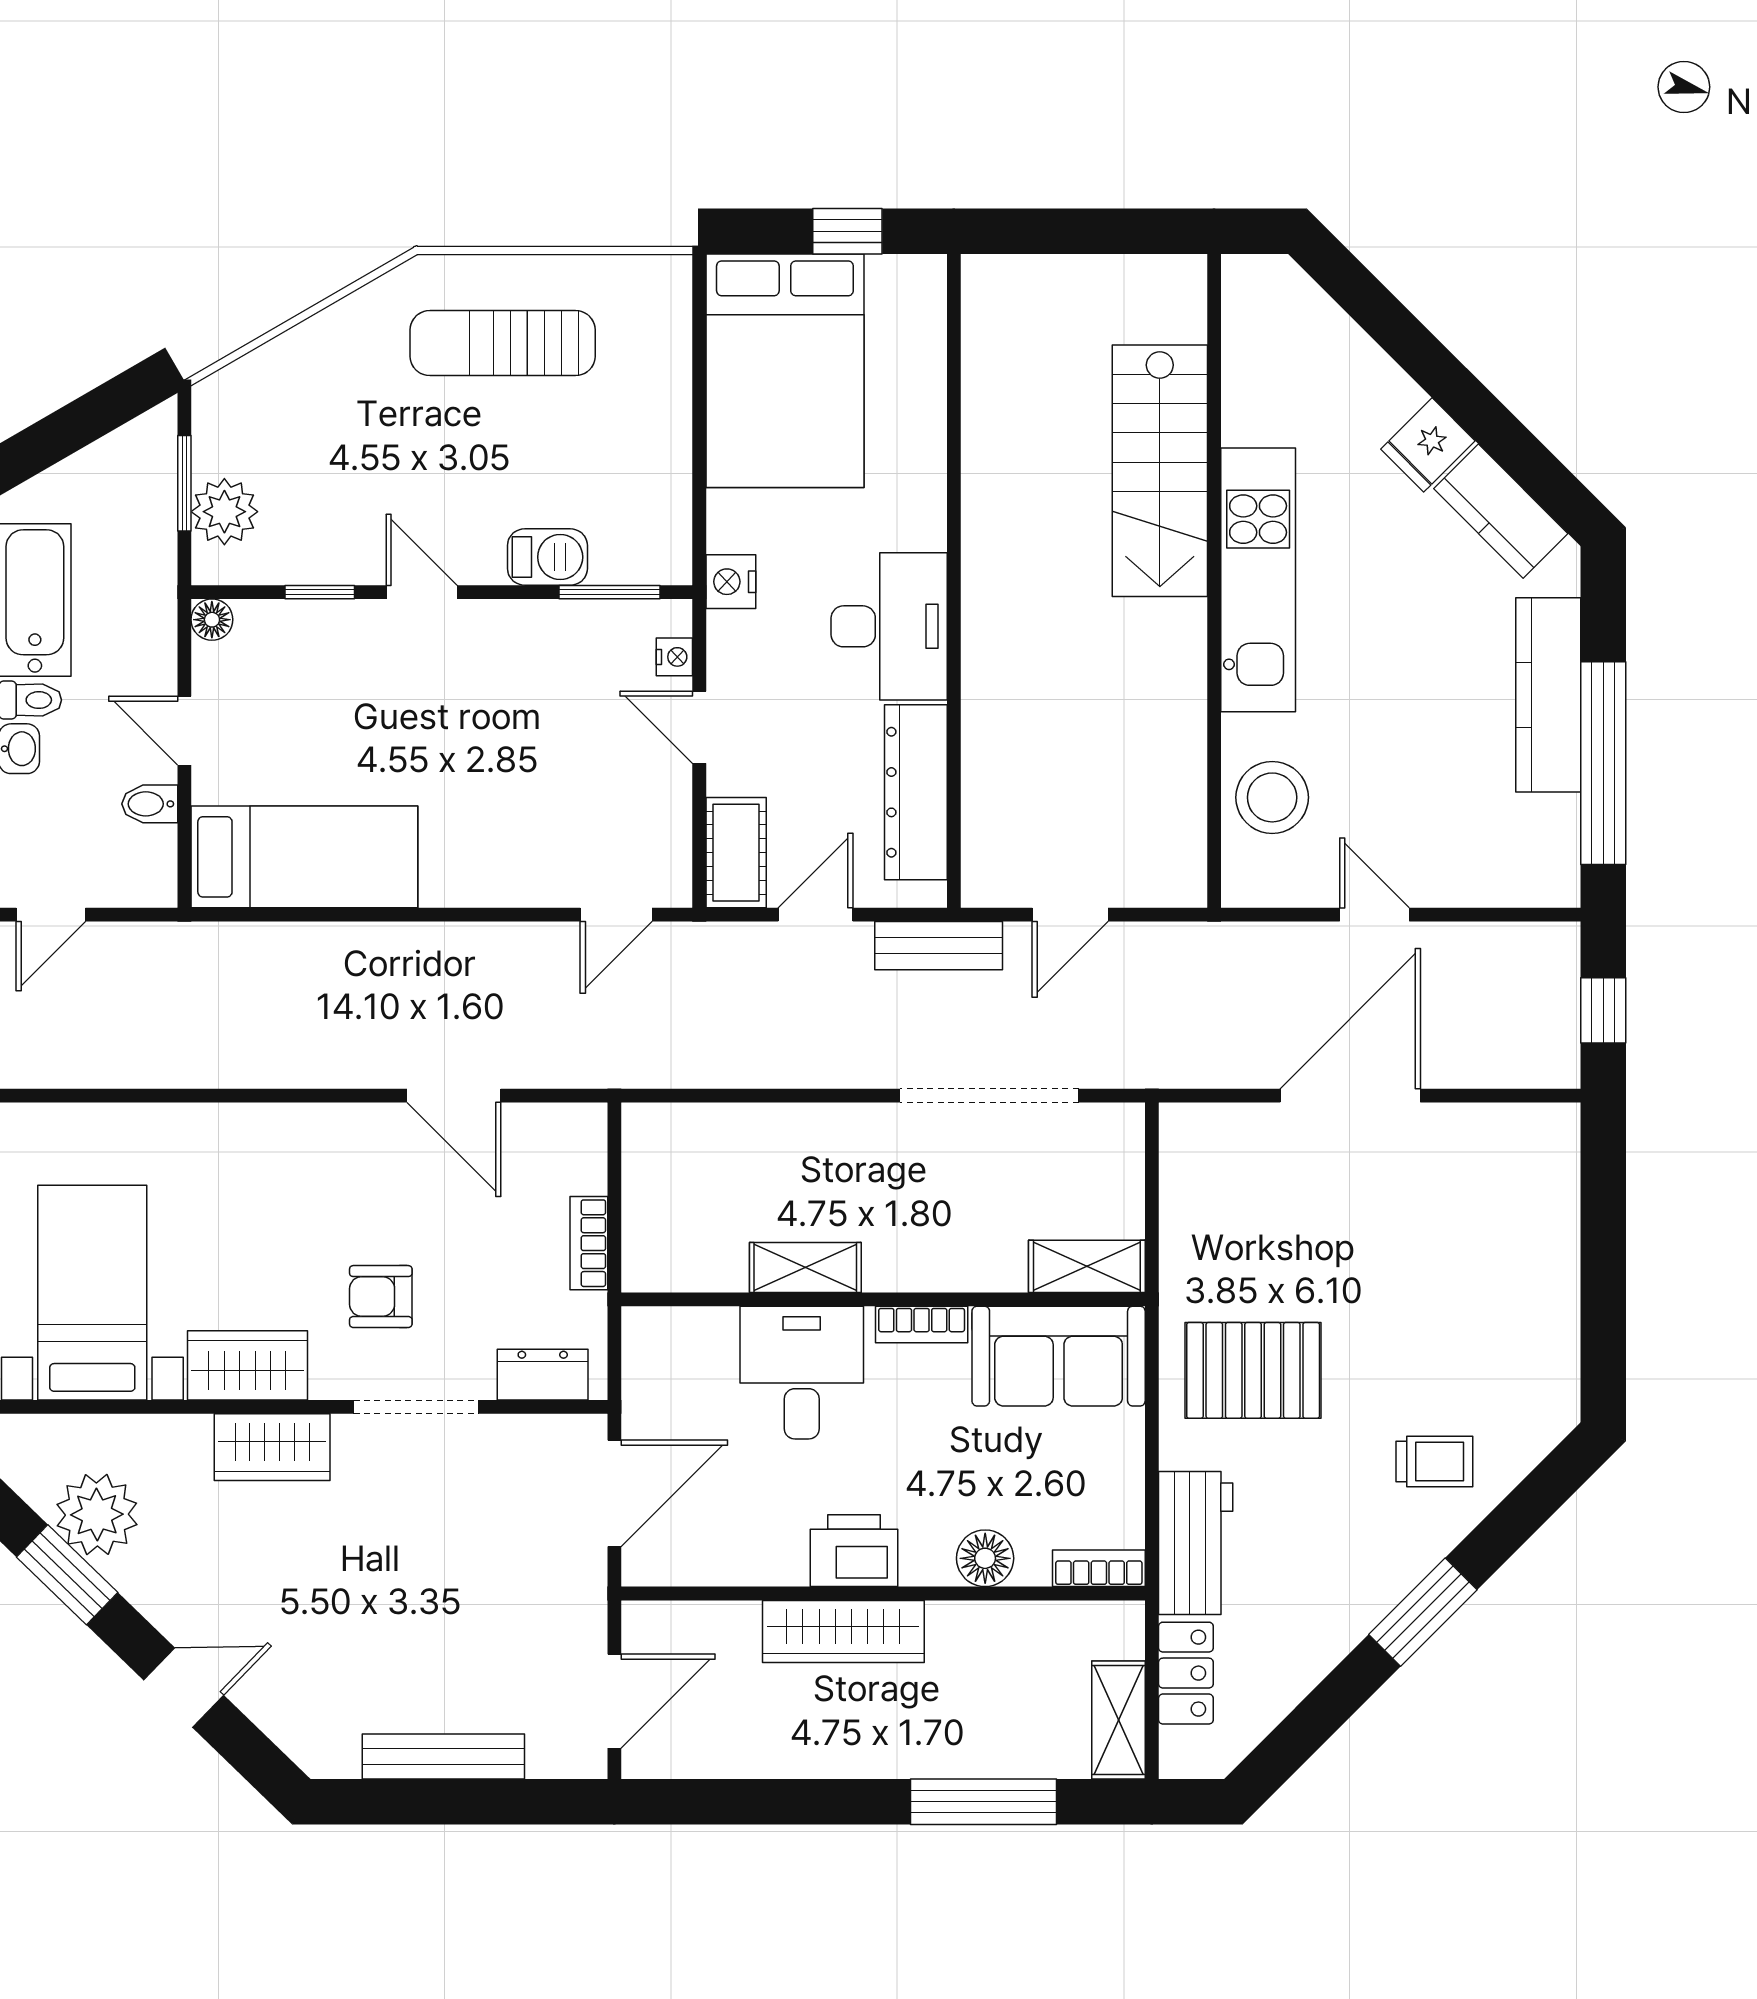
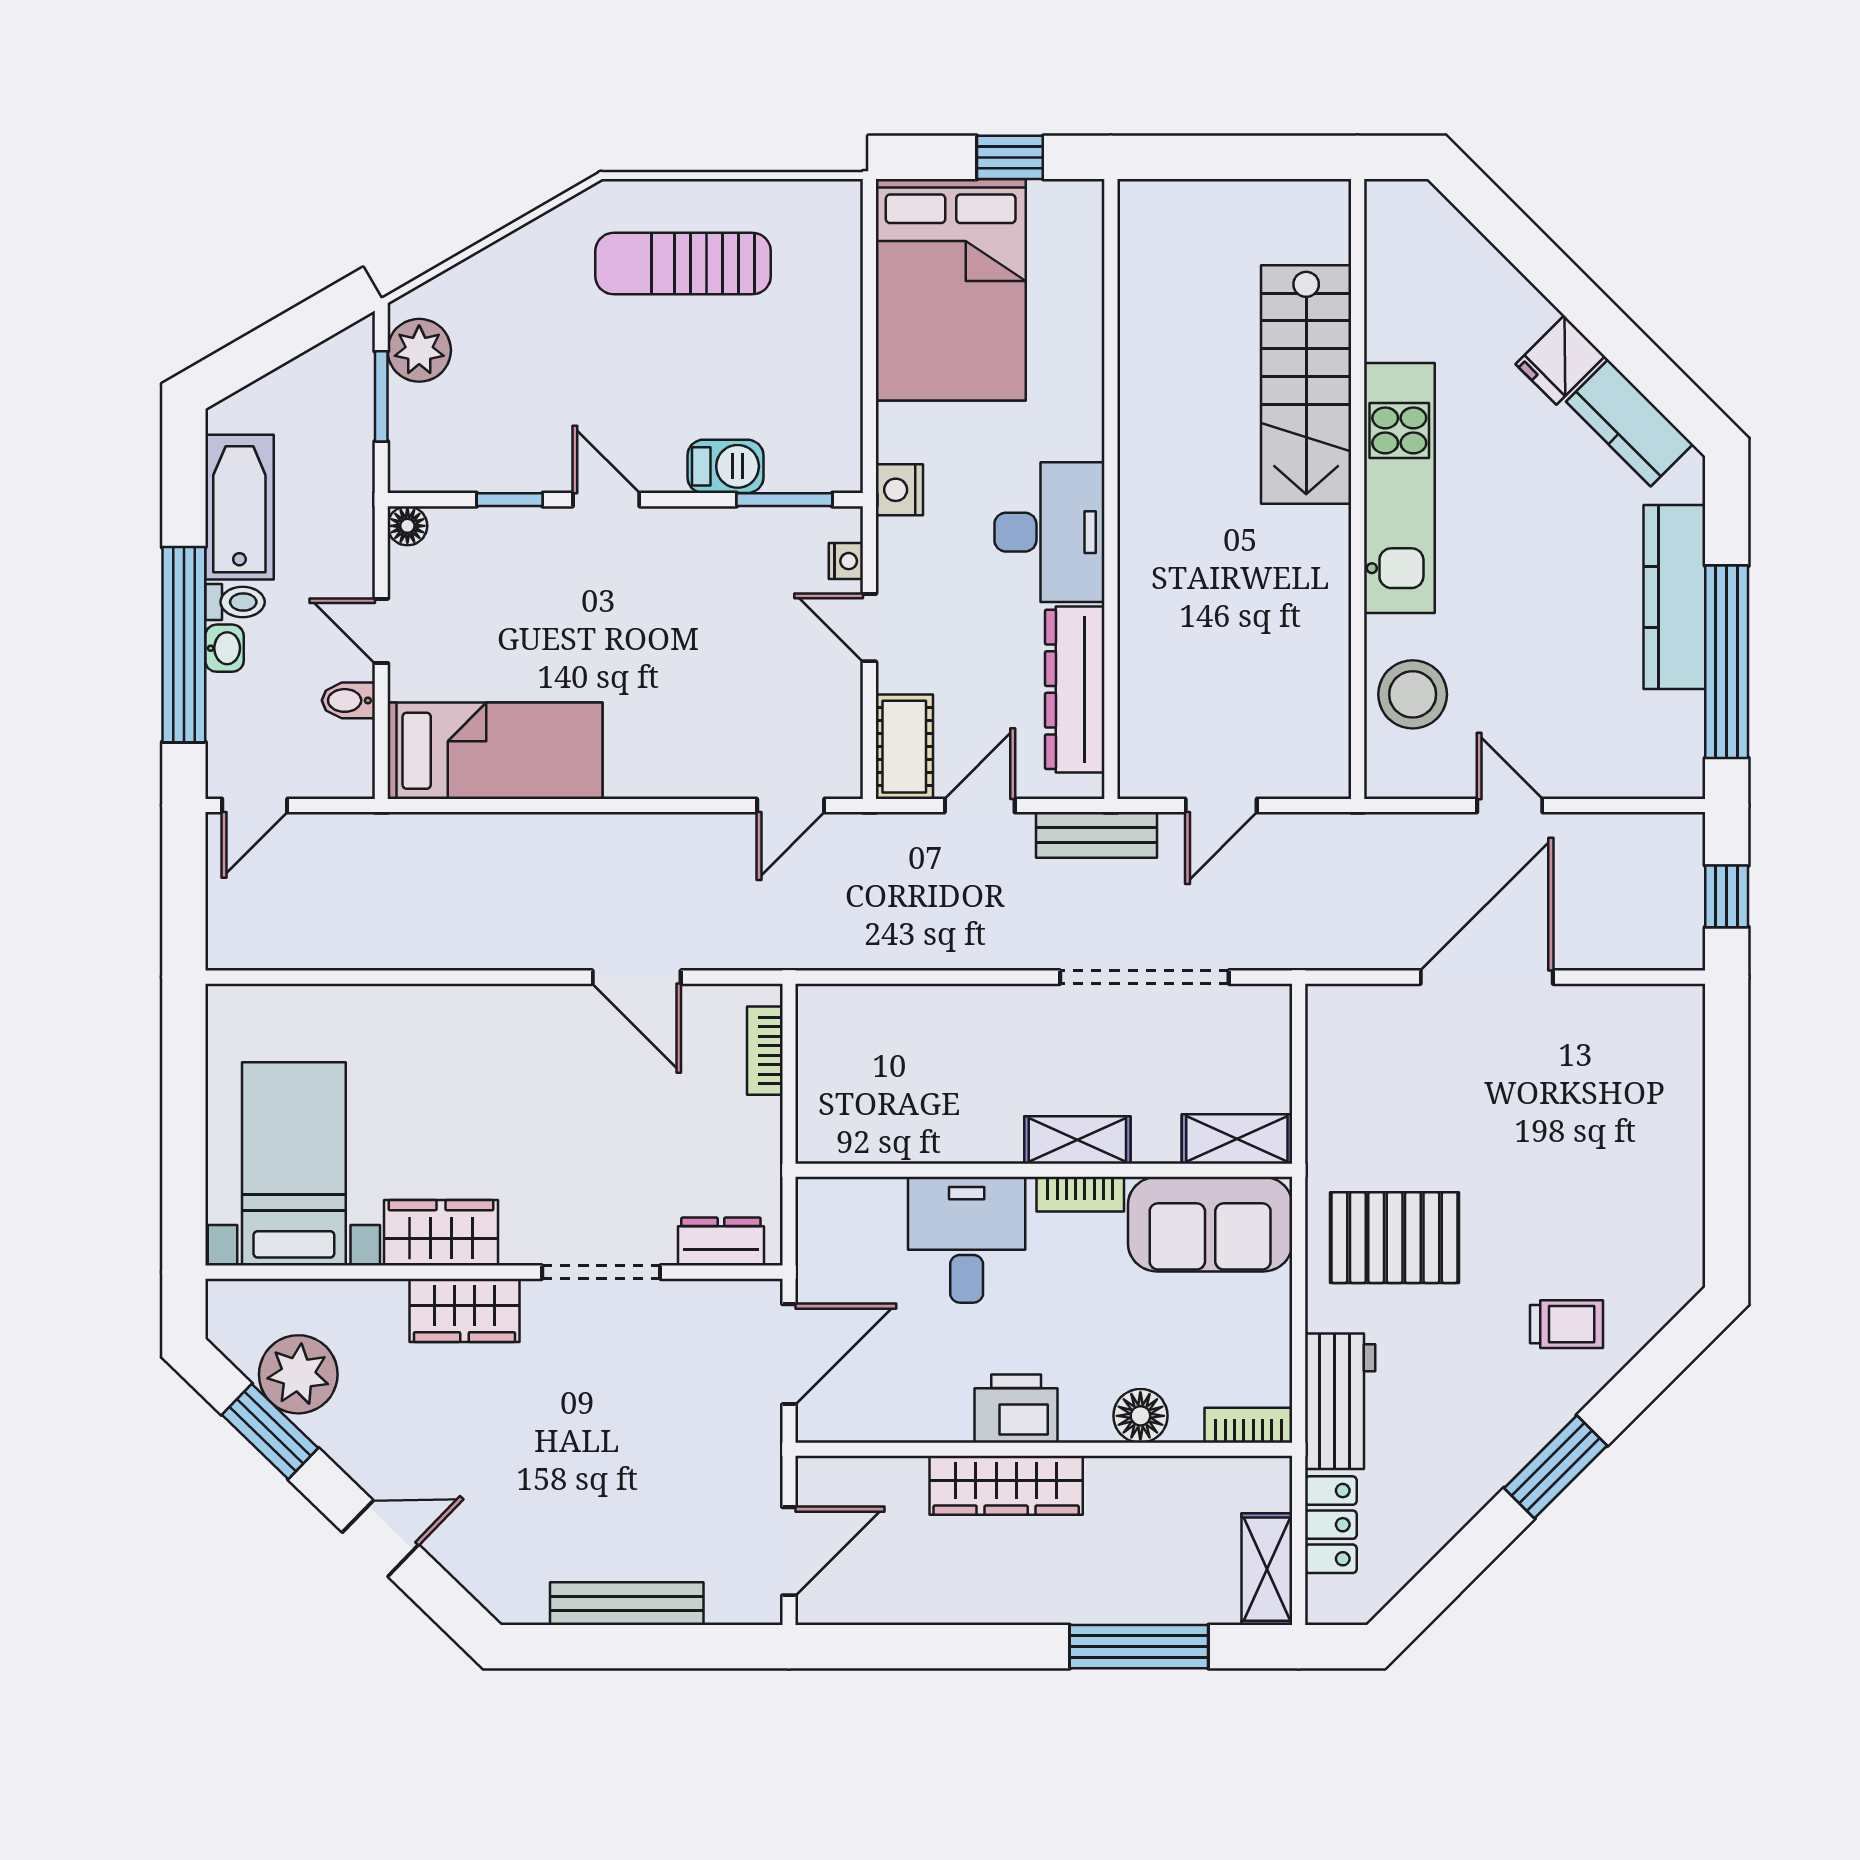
plant: (224, 512) -> (419, 350), moved
bookcase: (589, 1243) -> (765, 1051), moved
shelving: (805, 1267) -> (1077, 1140), moved
armchair: (381, 1297) -> (567, 1168), removed

